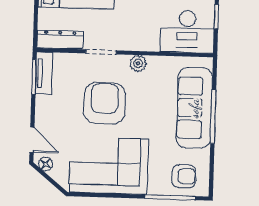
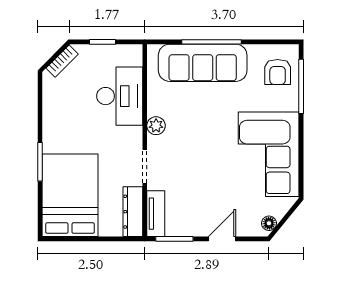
desk: (187, 32) -> (120, 96), moved
tv unit: (44, 73) -> (156, 214), moved, turned 90
armchair: (105, 103) -> (201, 161), removed
door: (32, 140) -> (222, 239), moved
armchair: (184, 176) -> (278, 72), turned 180

